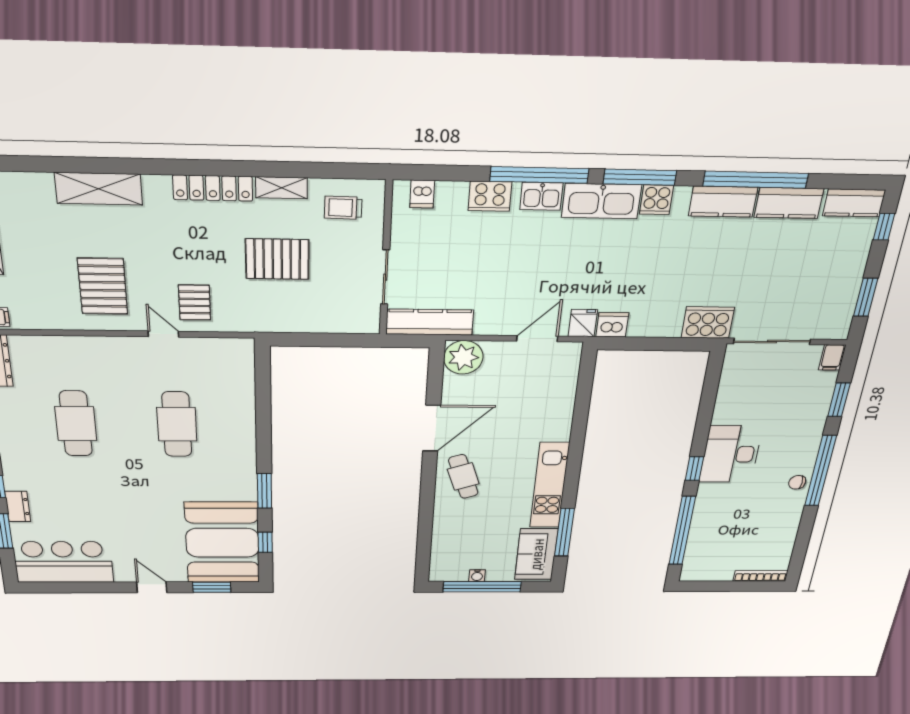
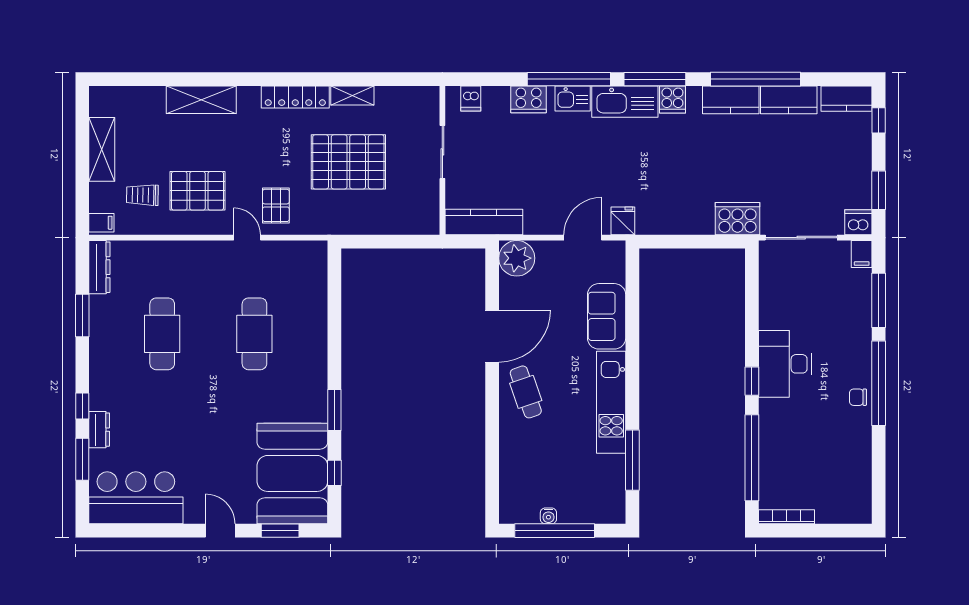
trolley: (343, 208) -> (142, 195), moved
pallet: (277, 259) -> (348, 162), width x1.37, depth x1.41
sliding door: (385, 277) -> (442, 152), moved
pallet: (103, 286) -> (197, 191), turned 90
dishwasher: (612, 325) -> (858, 222), moved
window: (839, 400) -> (879, 300), width x1.44
sofa: (536, 554) -> (607, 316), moved
bookcase: (761, 576) -> (787, 517), moved

